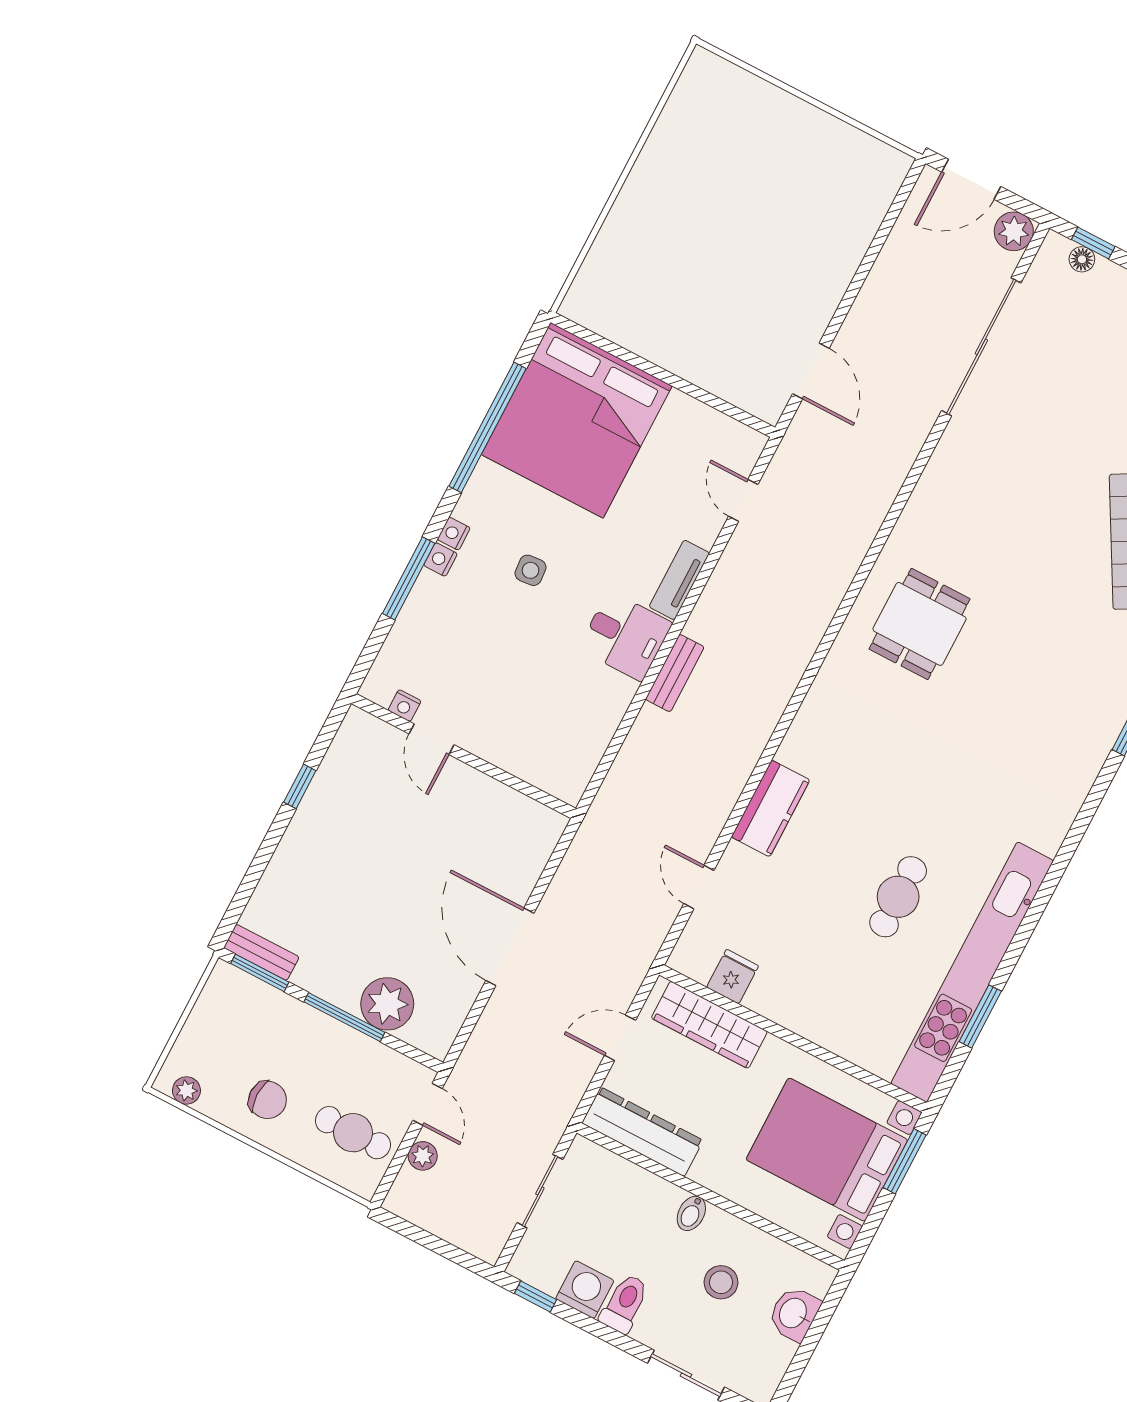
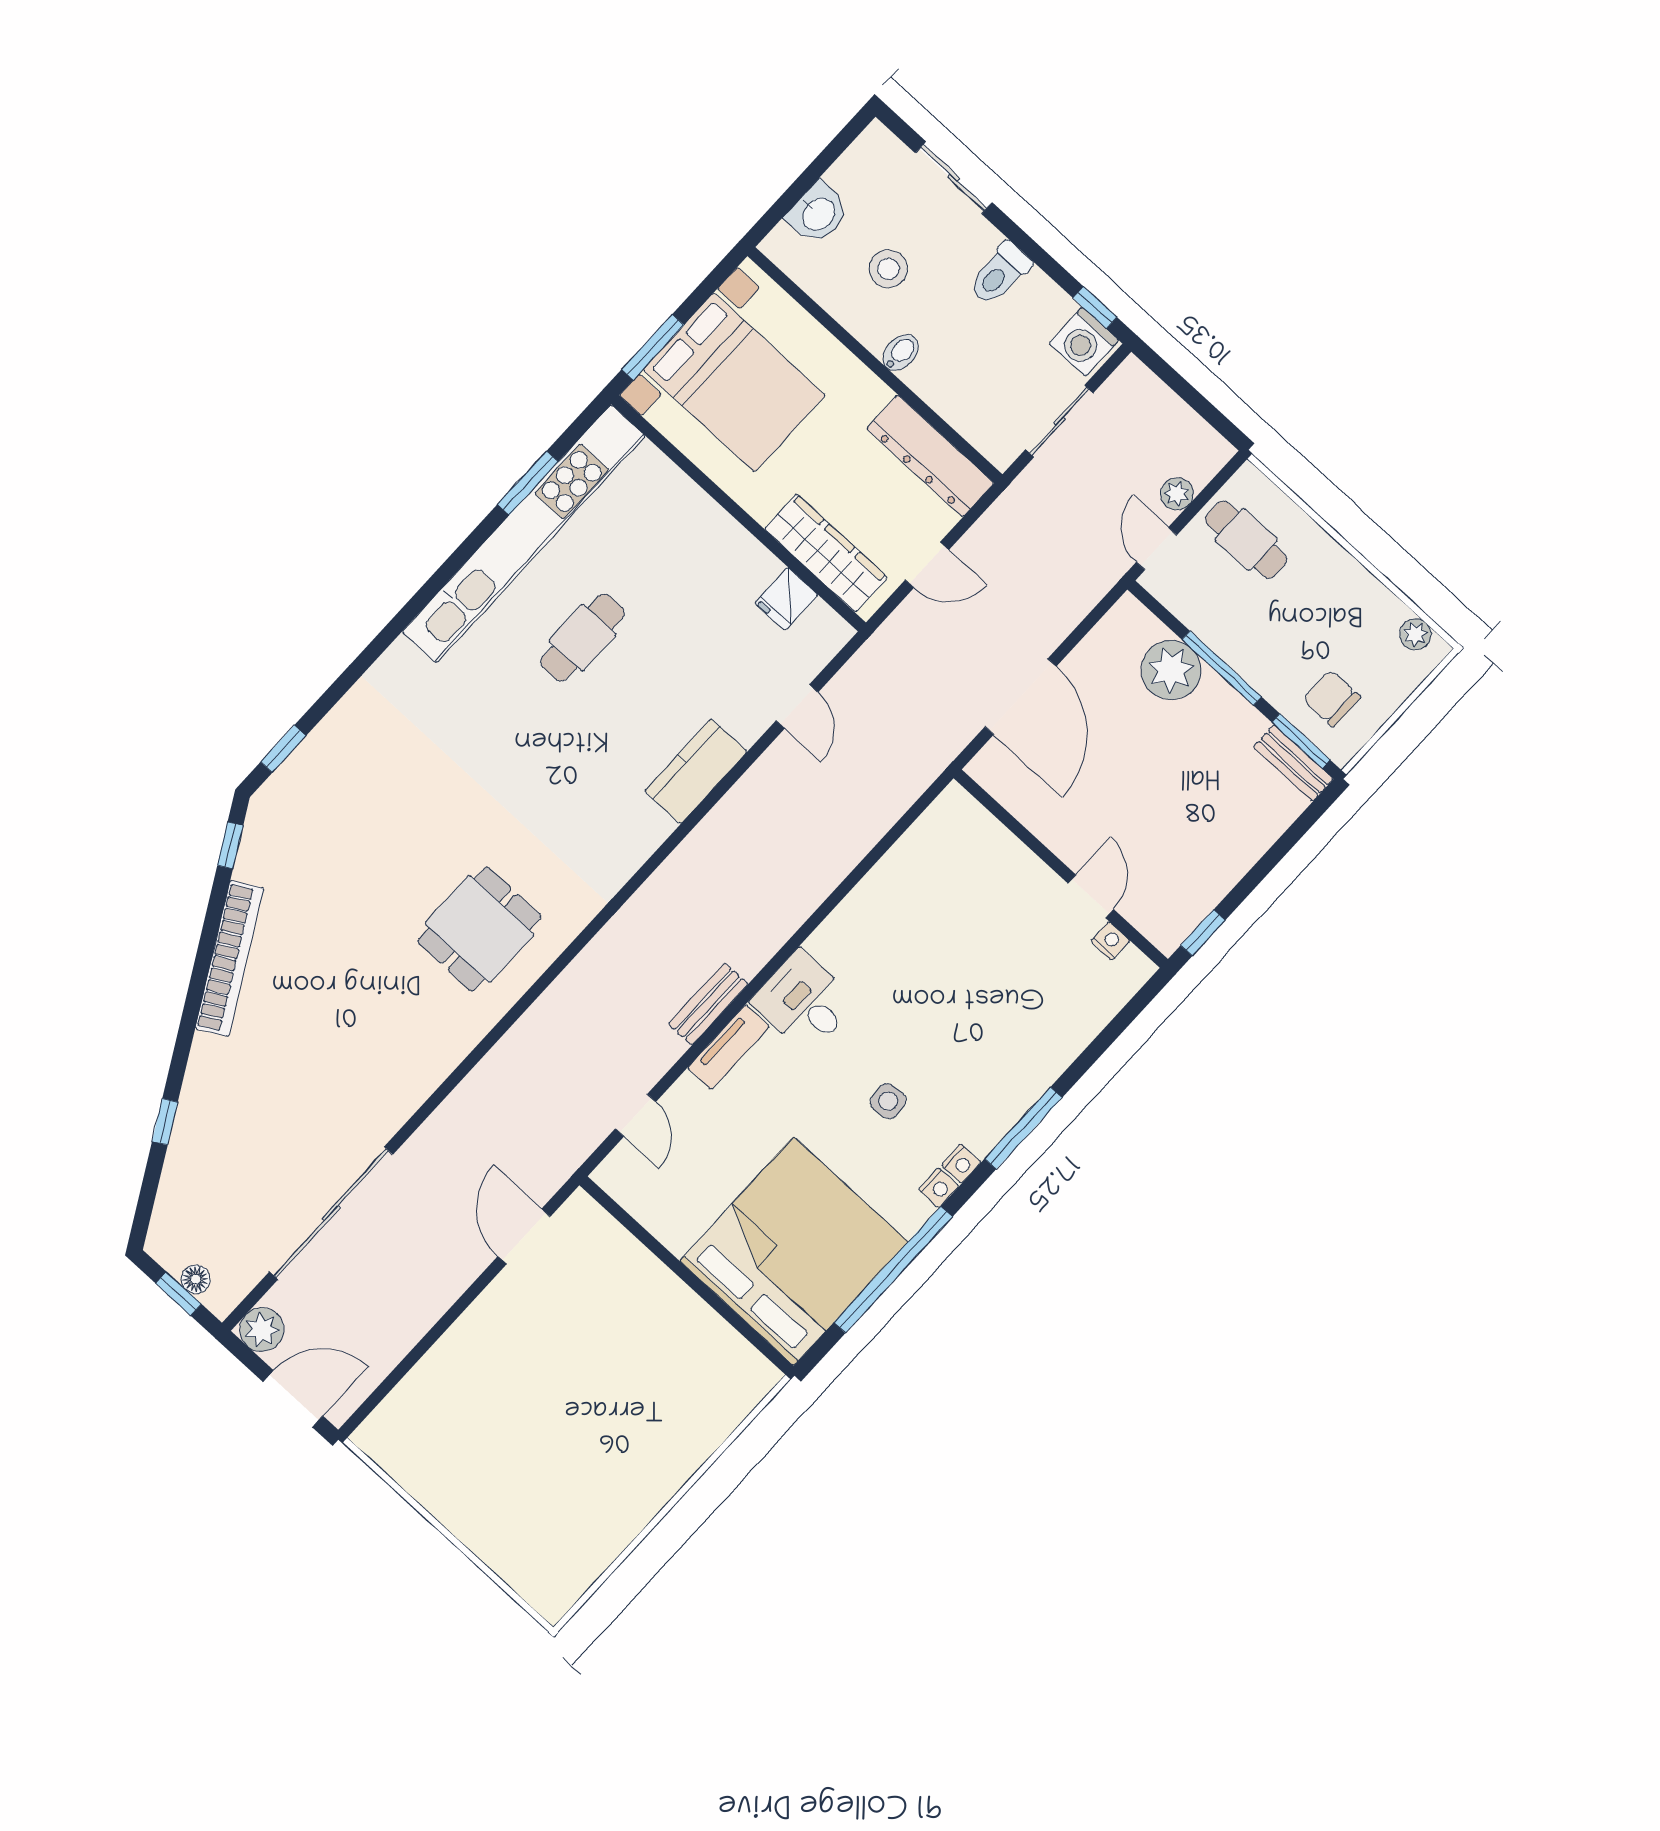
nightstand: (440, 560) -> (939, 1188), moved
bench: (675, 673) -> (708, 1004), moved
nightstand: (405, 706) -> (1110, 941), moved
door: (432, 739) -> (1091, 896), moved
wall: (464, 756) -> (1061, 869), moved
chair: (268, 1100) -> (1332, 698), moved
washing machine: (585, 1290) -> (1084, 342), moved

